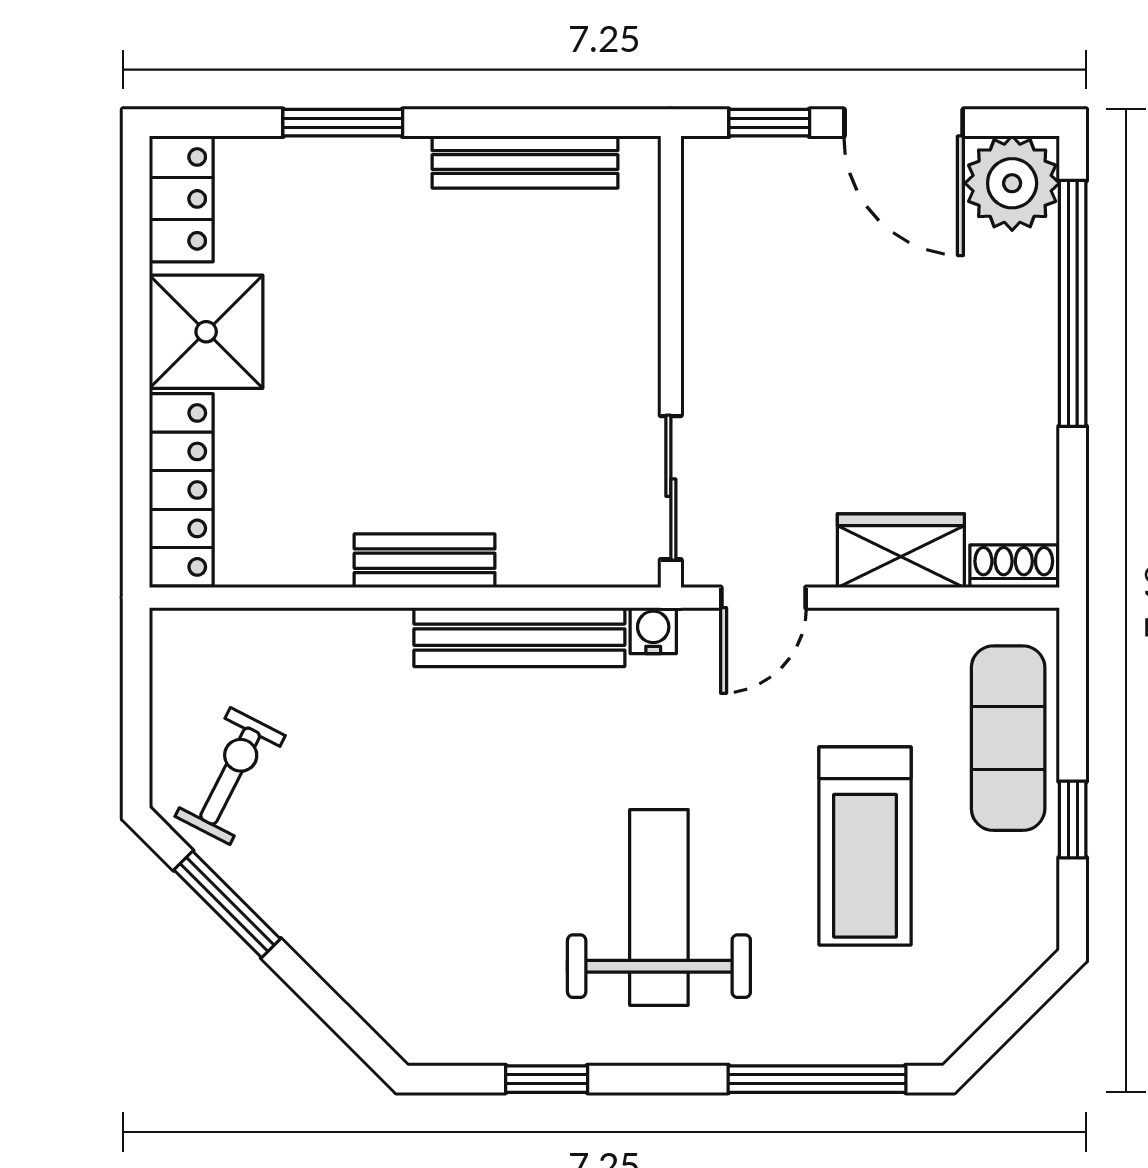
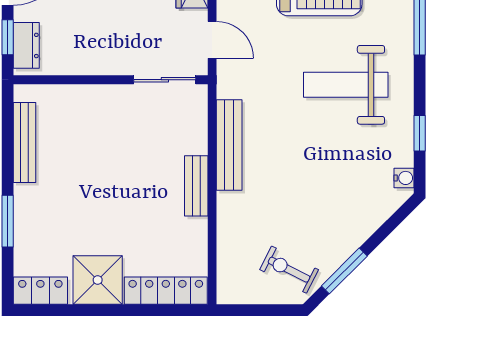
dresser: (750, 166) -> (26, 45), added
water cooler: (653, 631) -> (404, 178), moved, turned 180

